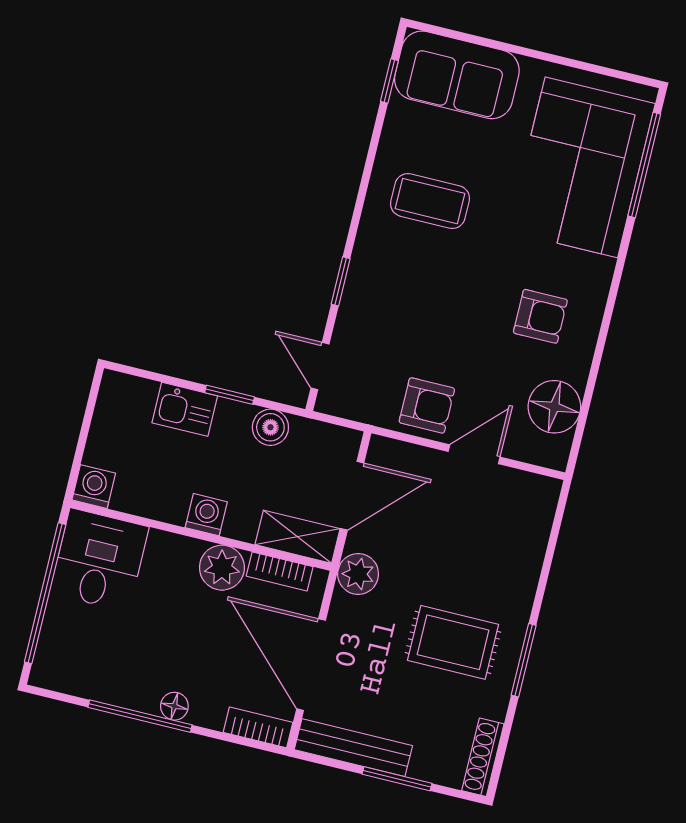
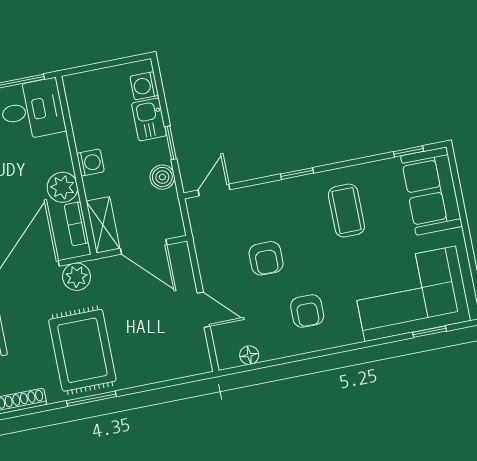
window: (644, 165) -> (430, 332), width x0.46
window: (341, 281) -> (297, 174), moved
armchair: (427, 405) -> (266, 258), moved
floor lamp: (554, 407) -> (249, 355), width x0.53, depth x0.53
washing machine: (94, 487) -> (144, 86), moved, turned 180
plant: (358, 574) -> (77, 277), moved
rug: (453, 642) -> (82, 350), width x1.36, depth x1.43

